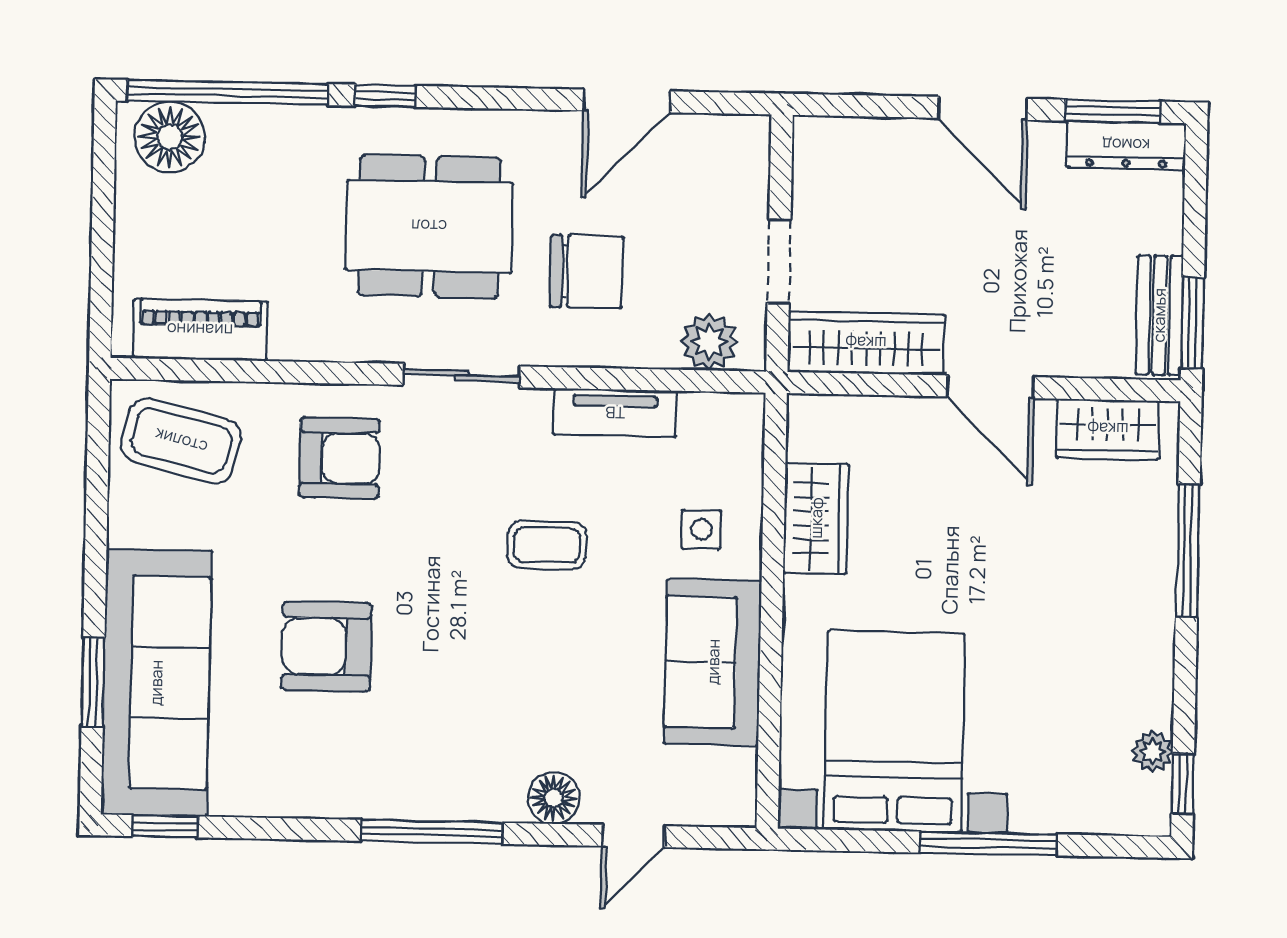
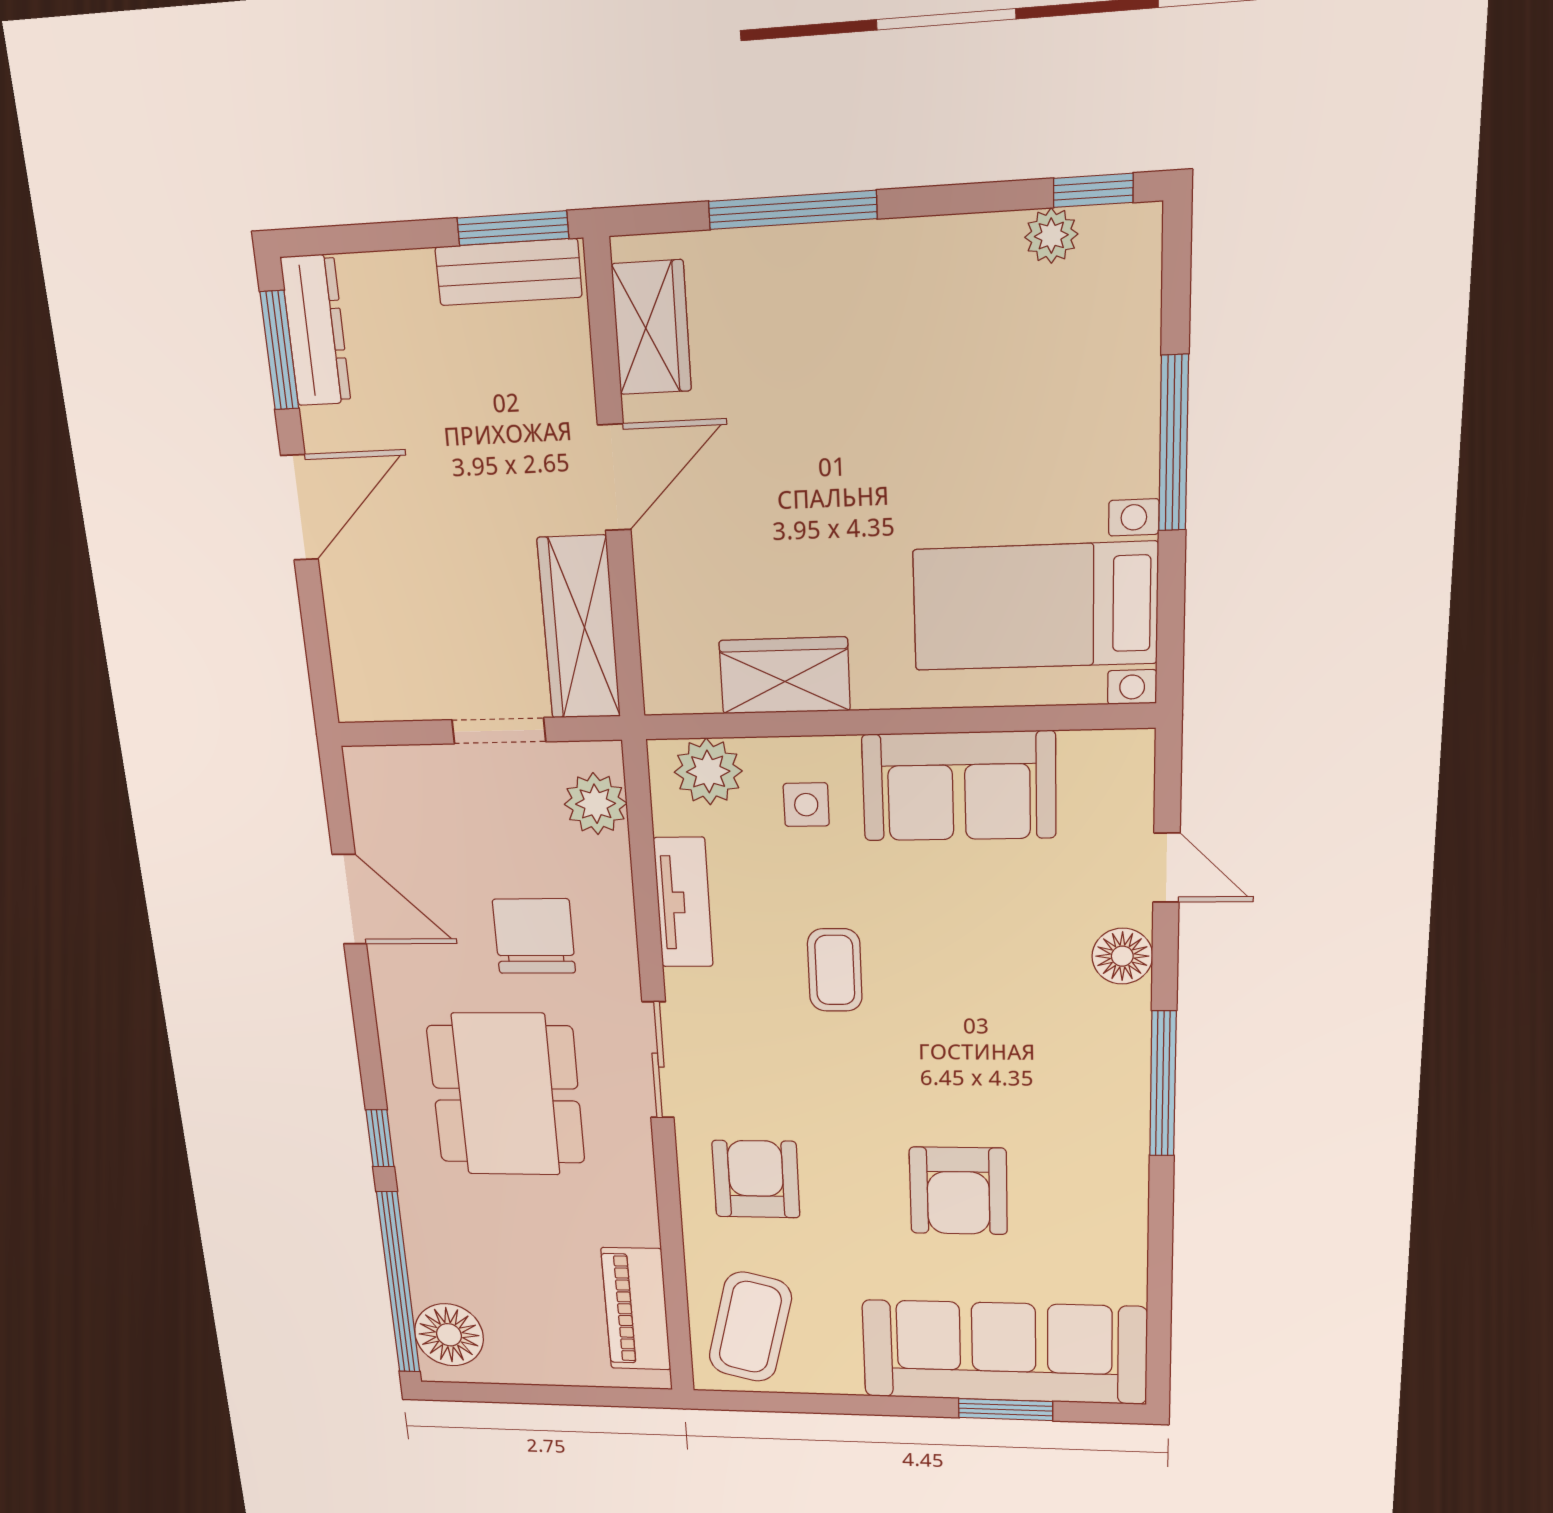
plant: (734, 445) -> (708, 772), added
bed with nightstands: (894, 731) -> (1035, 607), width x0.73
window: (165, 826) -> (1159, 1345), removed

